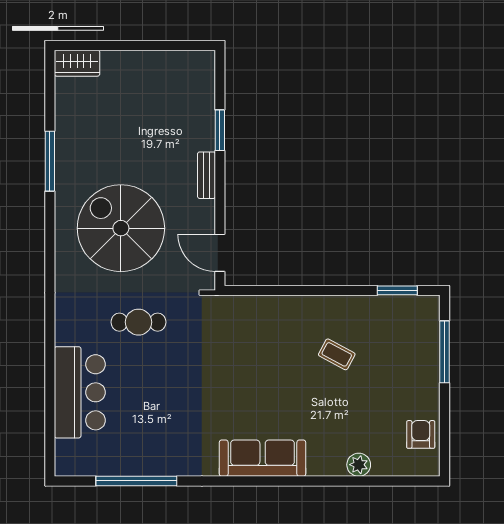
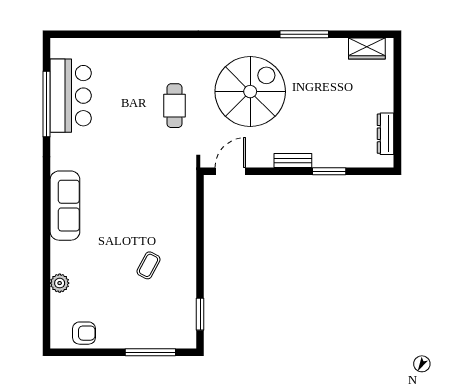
dresser: (173, 60) -> (386, 134), added
wardrobe: (77, 63) -> (367, 49), moved, turned -90
bar counter: (80, 392) -> (71, 96), moved, turned -90

